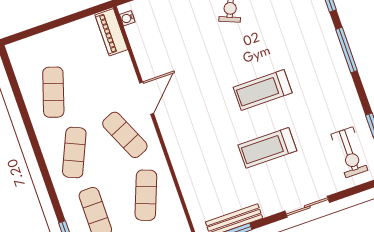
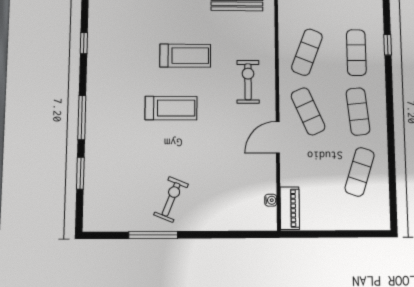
water cooler: (127, 18) -> (271, 200), moved
exercise mat: (74, 152) -> (358, 111), turned -30
exercise bike: (349, 152) -> (248, 82), moved

